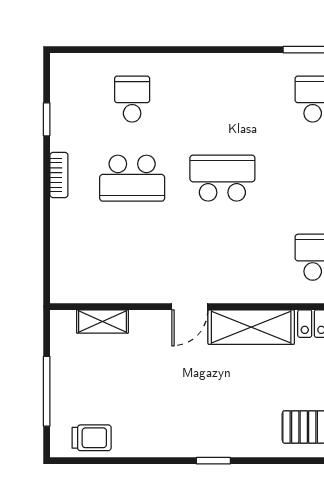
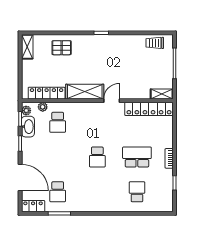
school desk: (132, 99) -> (137, 192), turned 180
school desk: (222, 178) -> (97, 157), width x0.54
locker: (105, 288) -> (149, 109), added
shelving: (103, 321) -> (162, 94), moved

